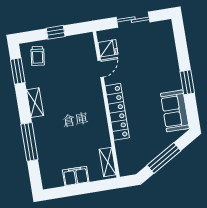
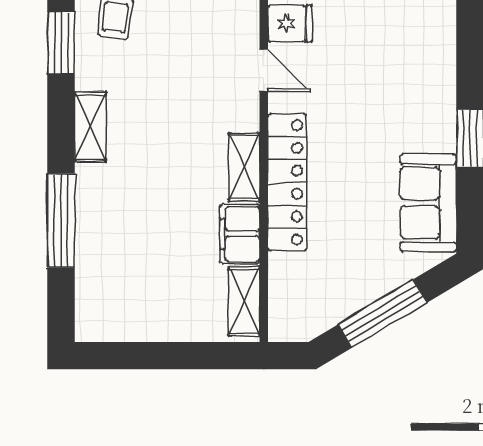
door: (101, 69) -> (264, 71), hinge flipped
shelving: (99, 109) -> (244, 167), added
filing cabinet: (76, 176) -> (240, 234), moved, turned -90

